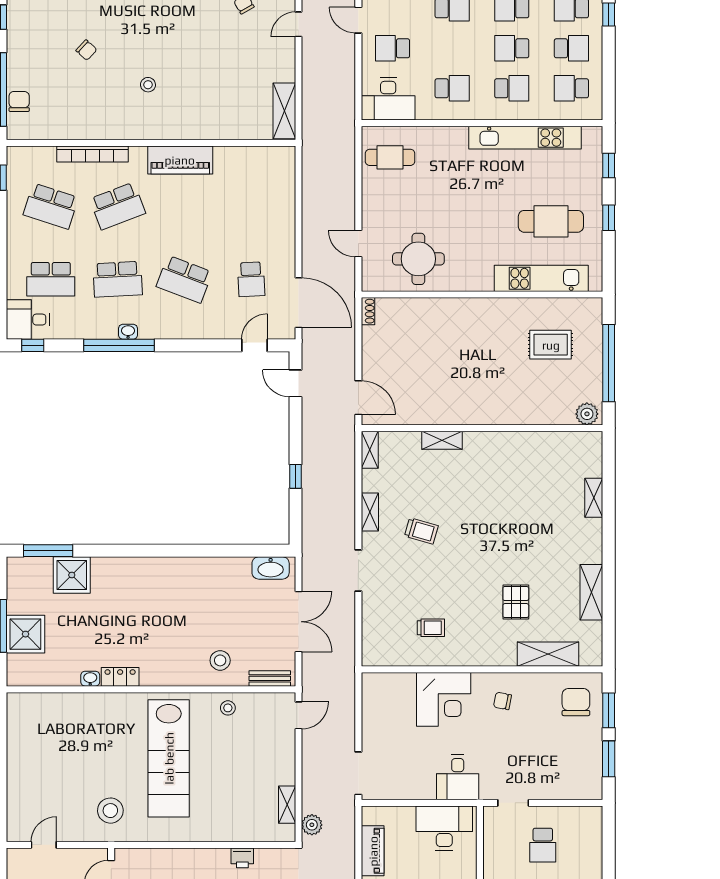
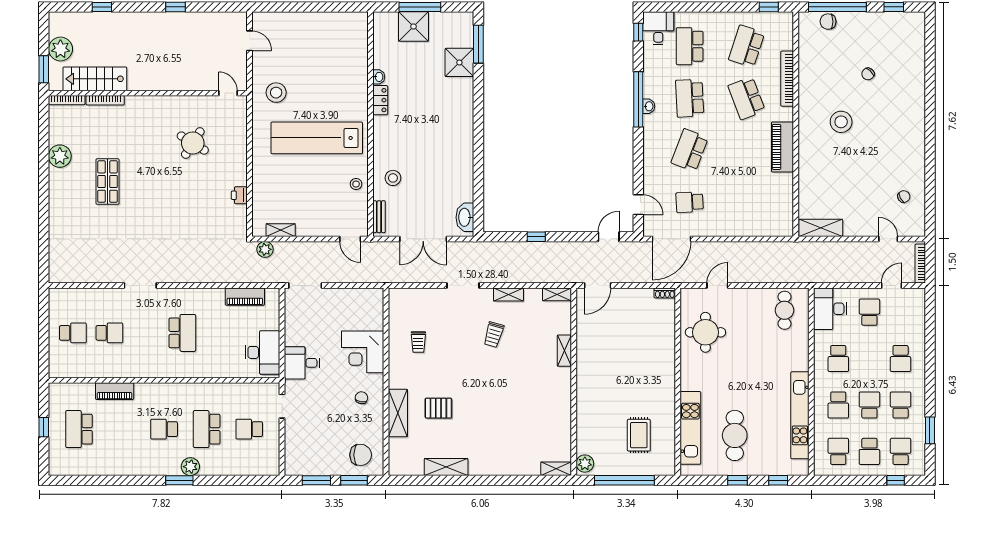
stool: (148, 85) -> (841, 122), width x1.89, depth x1.89
chair: (19, 101) -> (828, 22), turned 180
shelving: (594, 498) -> (556, 469), moved
shelving: (548, 654) -> (398, 413), moved

